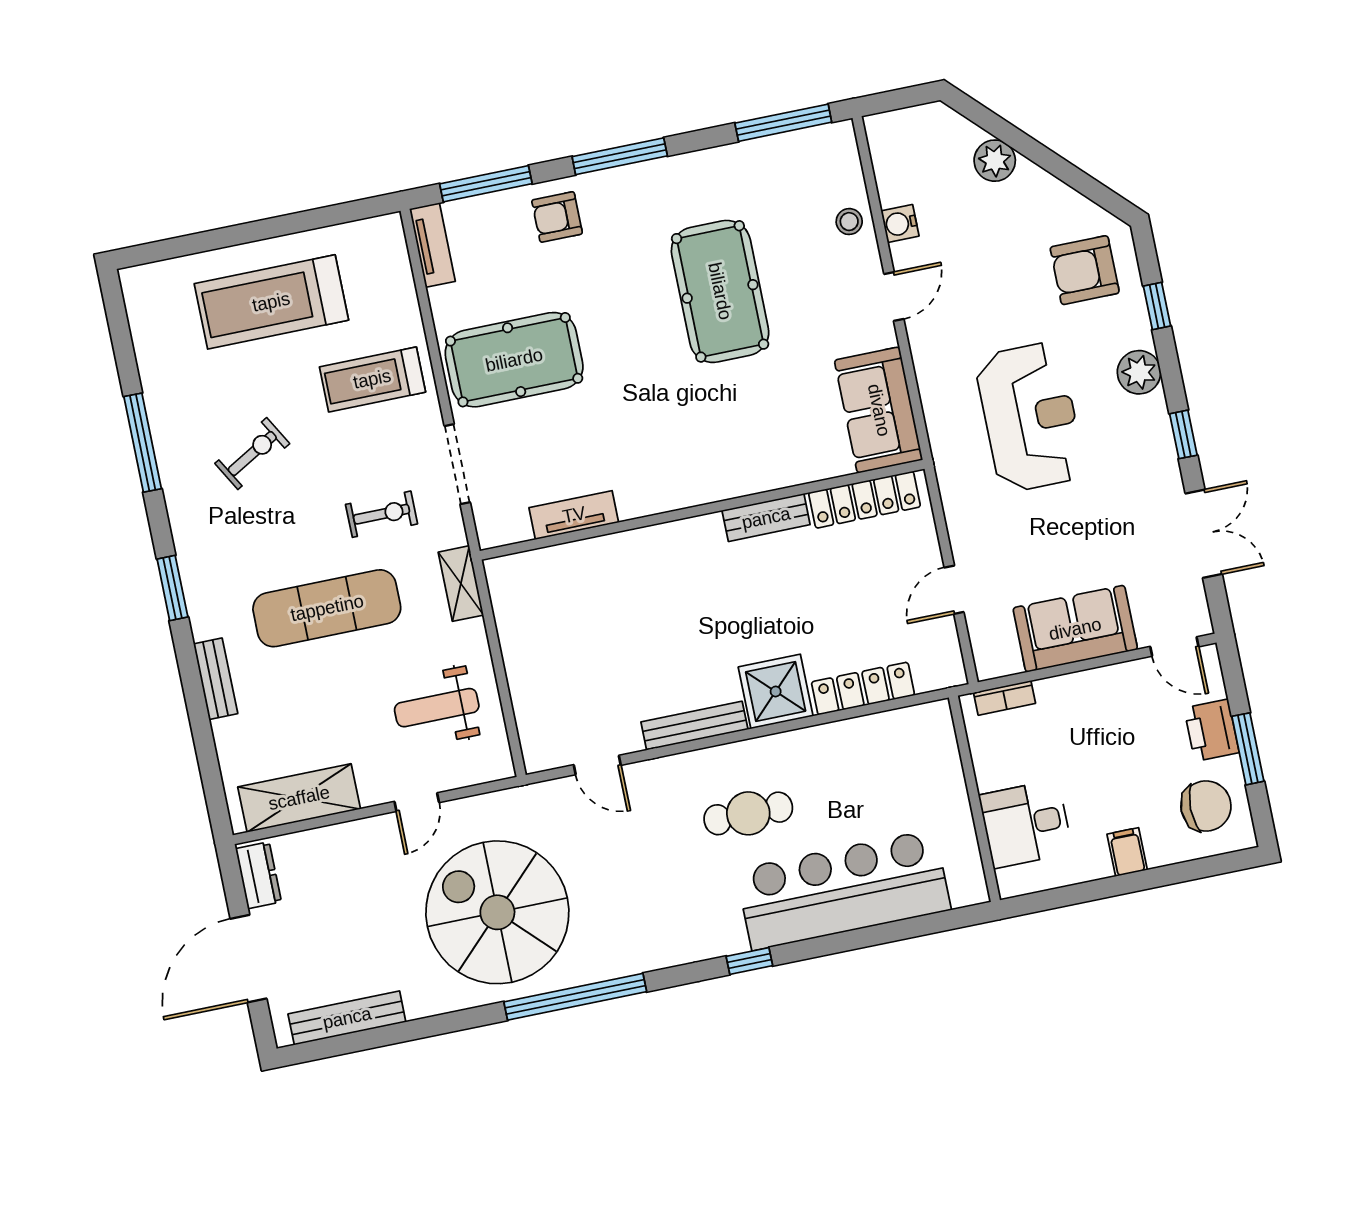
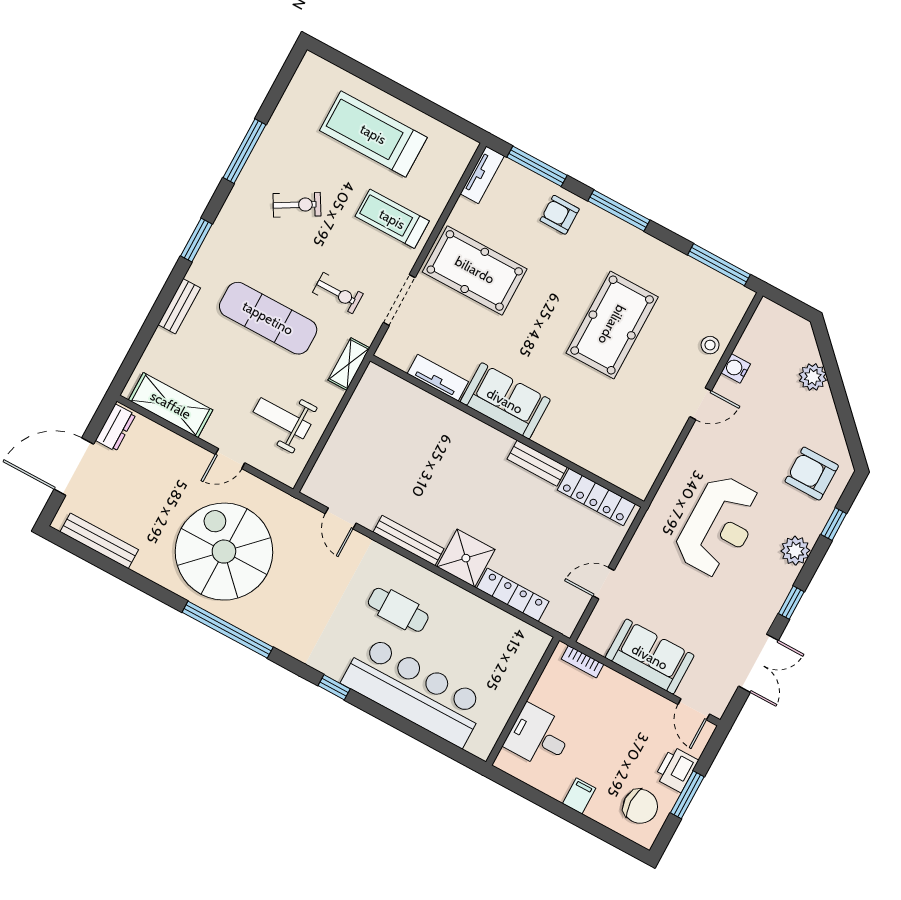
sofa: (879, 410) -> (505, 401), moved, turned 90

